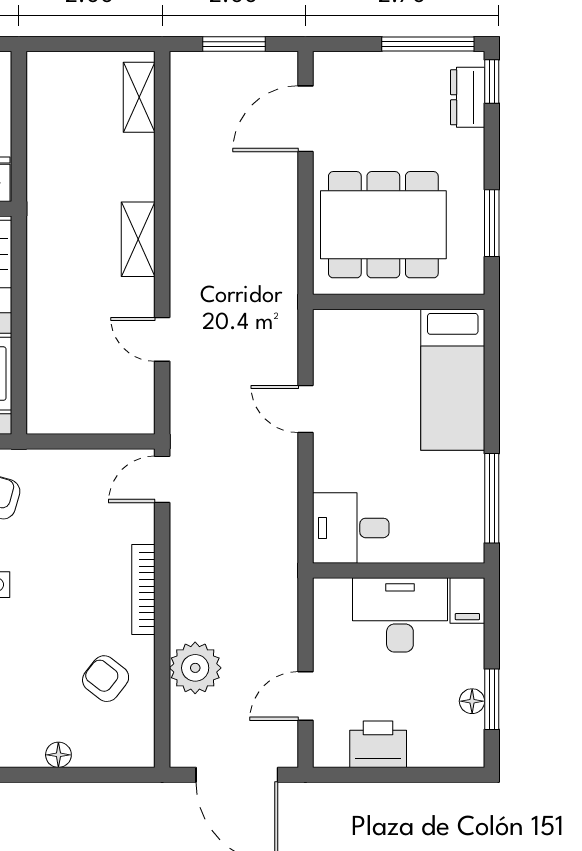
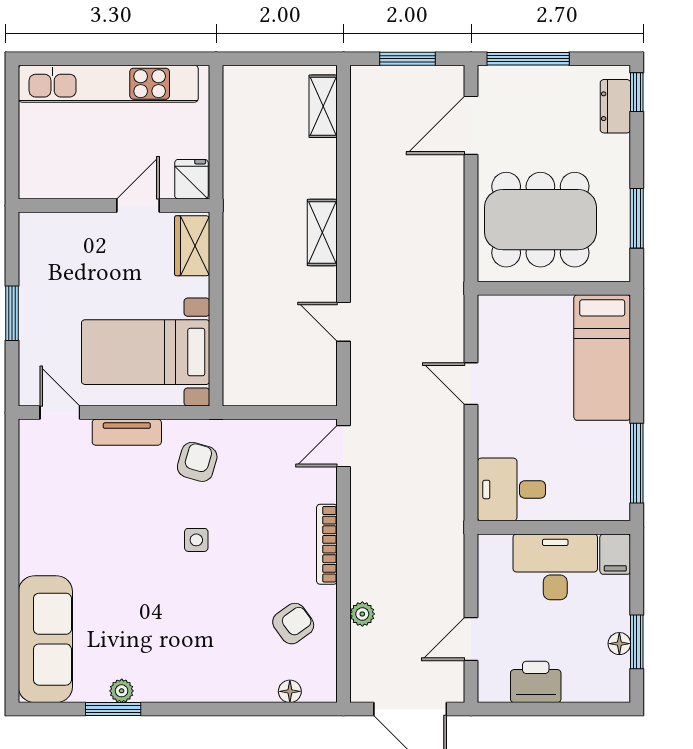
window: (428, 44) -> (528, 59), moved
plant: (195, 668) -> (362, 614), width x0.53, depth x0.53
armchair: (106, 679) -> (293, 624), turned 106
floor lamp: (58, 755) -> (290, 691), moved

